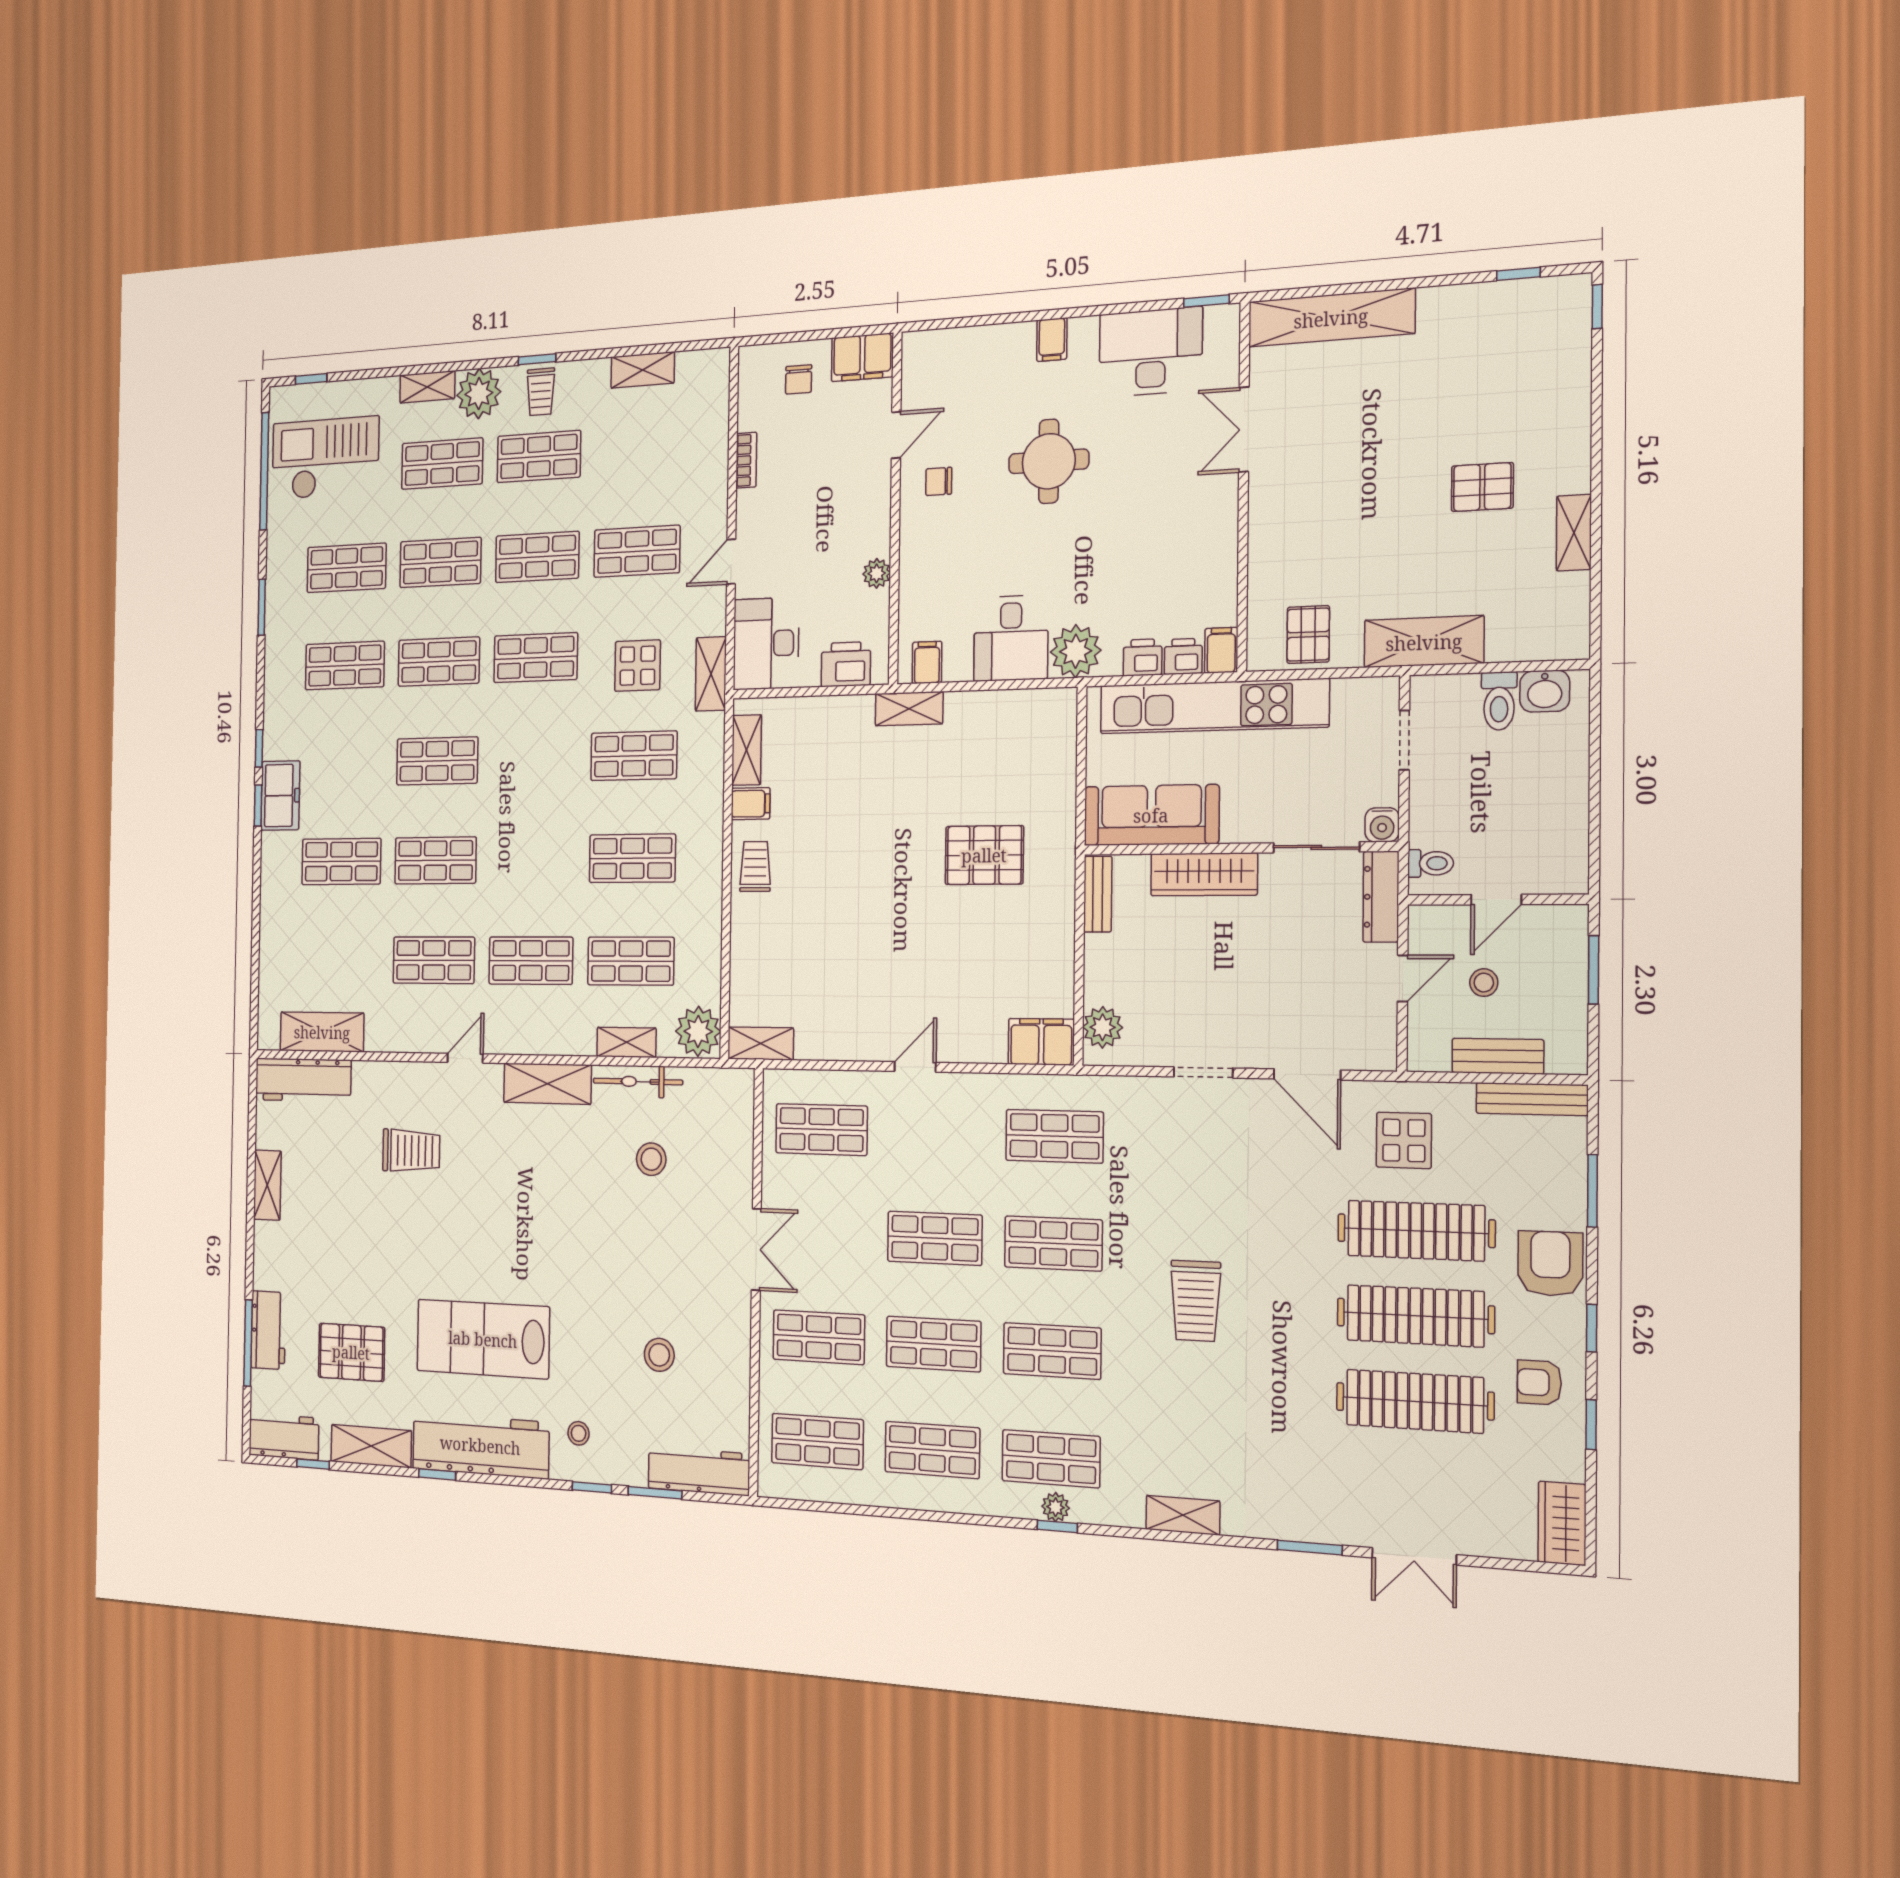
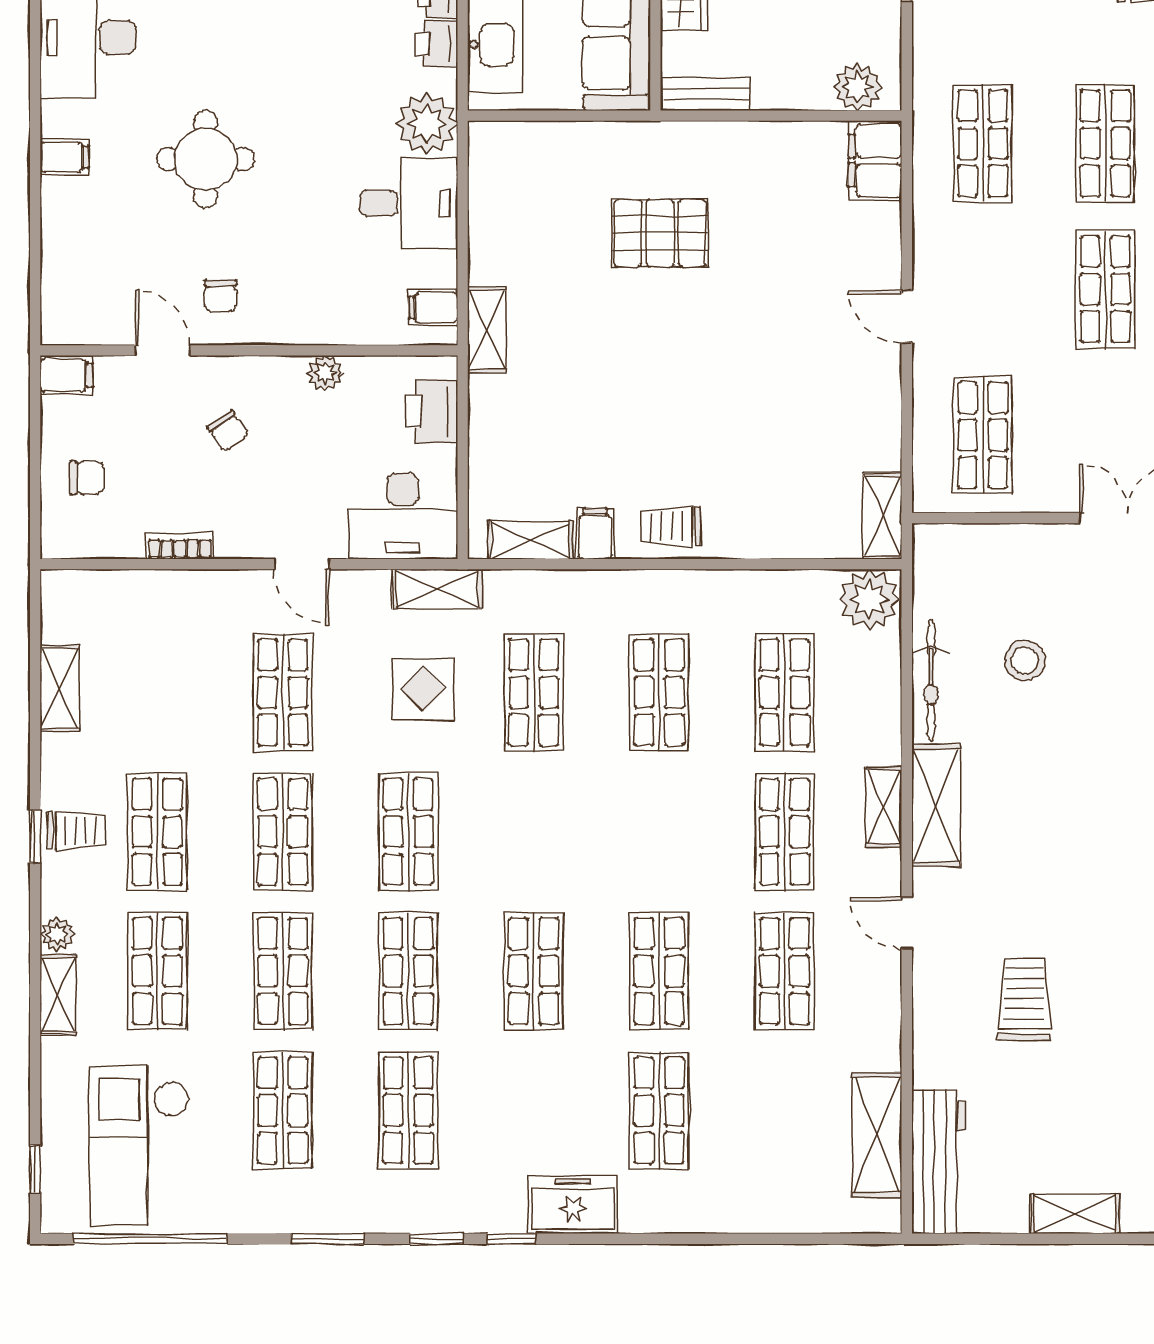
filing cabinet: (862, 357) -> (67, 375), width x0.50
plant: (479, 394) -> (57, 934), width x0.53, depth x0.53
chair: (833, 494) -> (228, 431), added
window: (258, 806) -> (436, 1239), moved
pallet: (984, 855) -> (660, 233), turned 90
shelving: (626, 1042) -> (884, 807), moved

